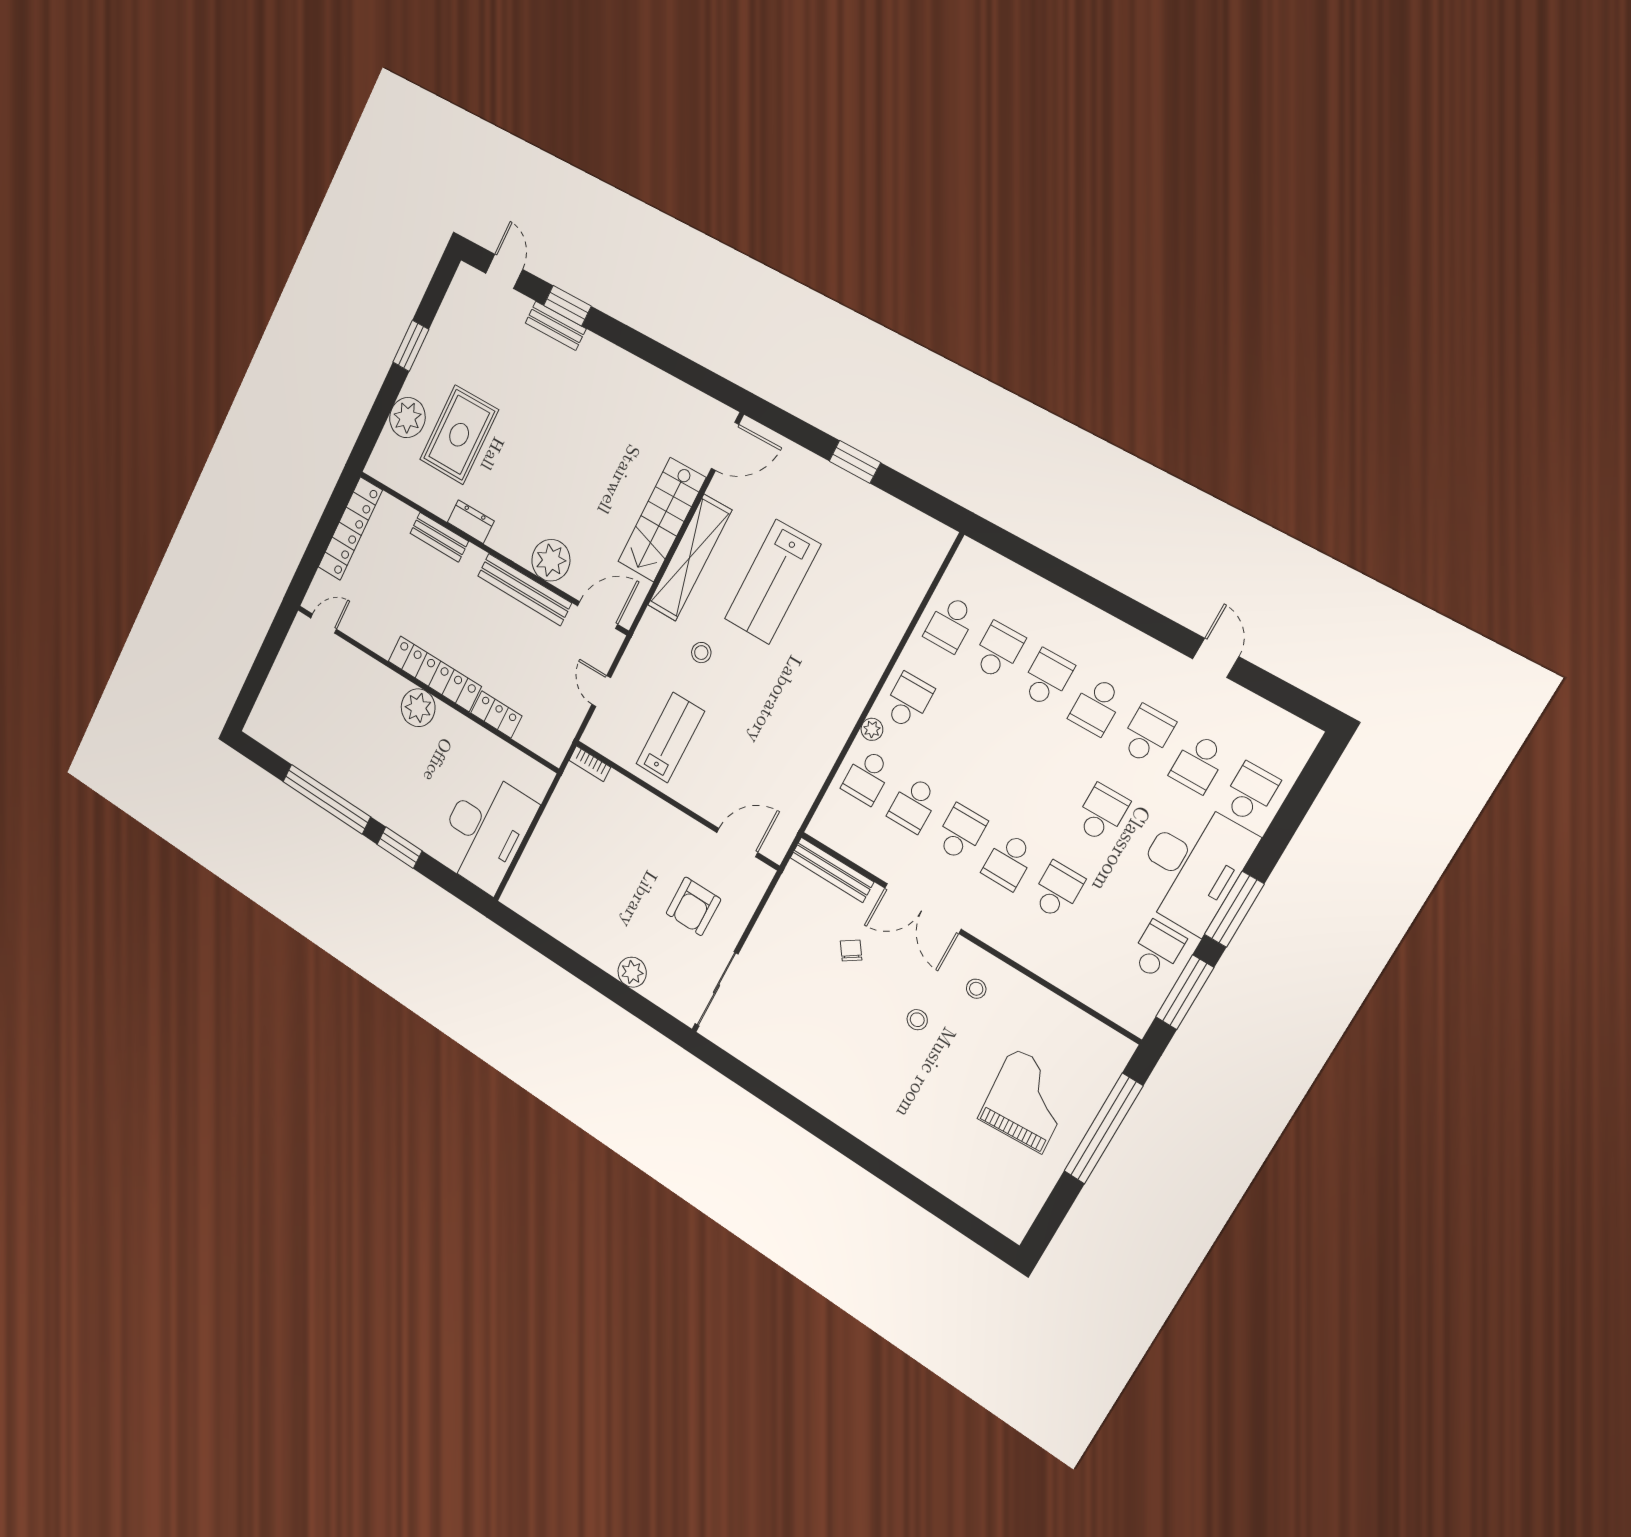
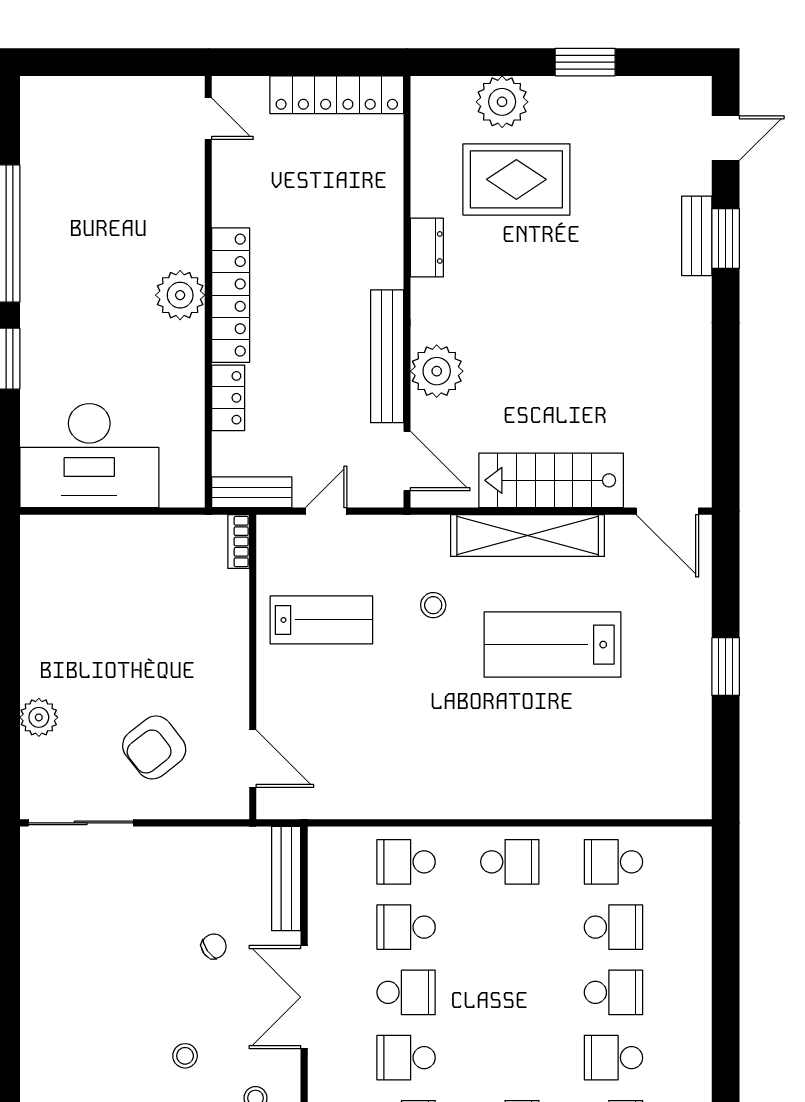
bench: (439, 537) -> (252, 492), moved, turned 90
plant: (872, 729) -> (458, 840), removed
armchair: (693, 906) -> (154, 747), turned -38

